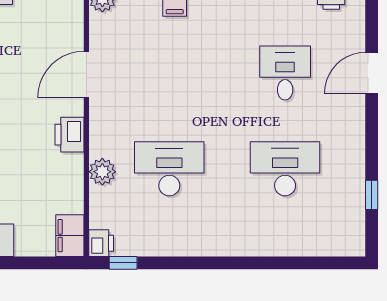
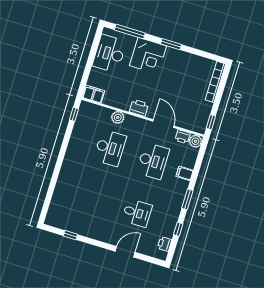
door: (372, 73) -> (125, 252), hinge flipped
desk: (285, 169) -> (153, 161), moved
printer: (101, 243) -> (183, 137), moved

